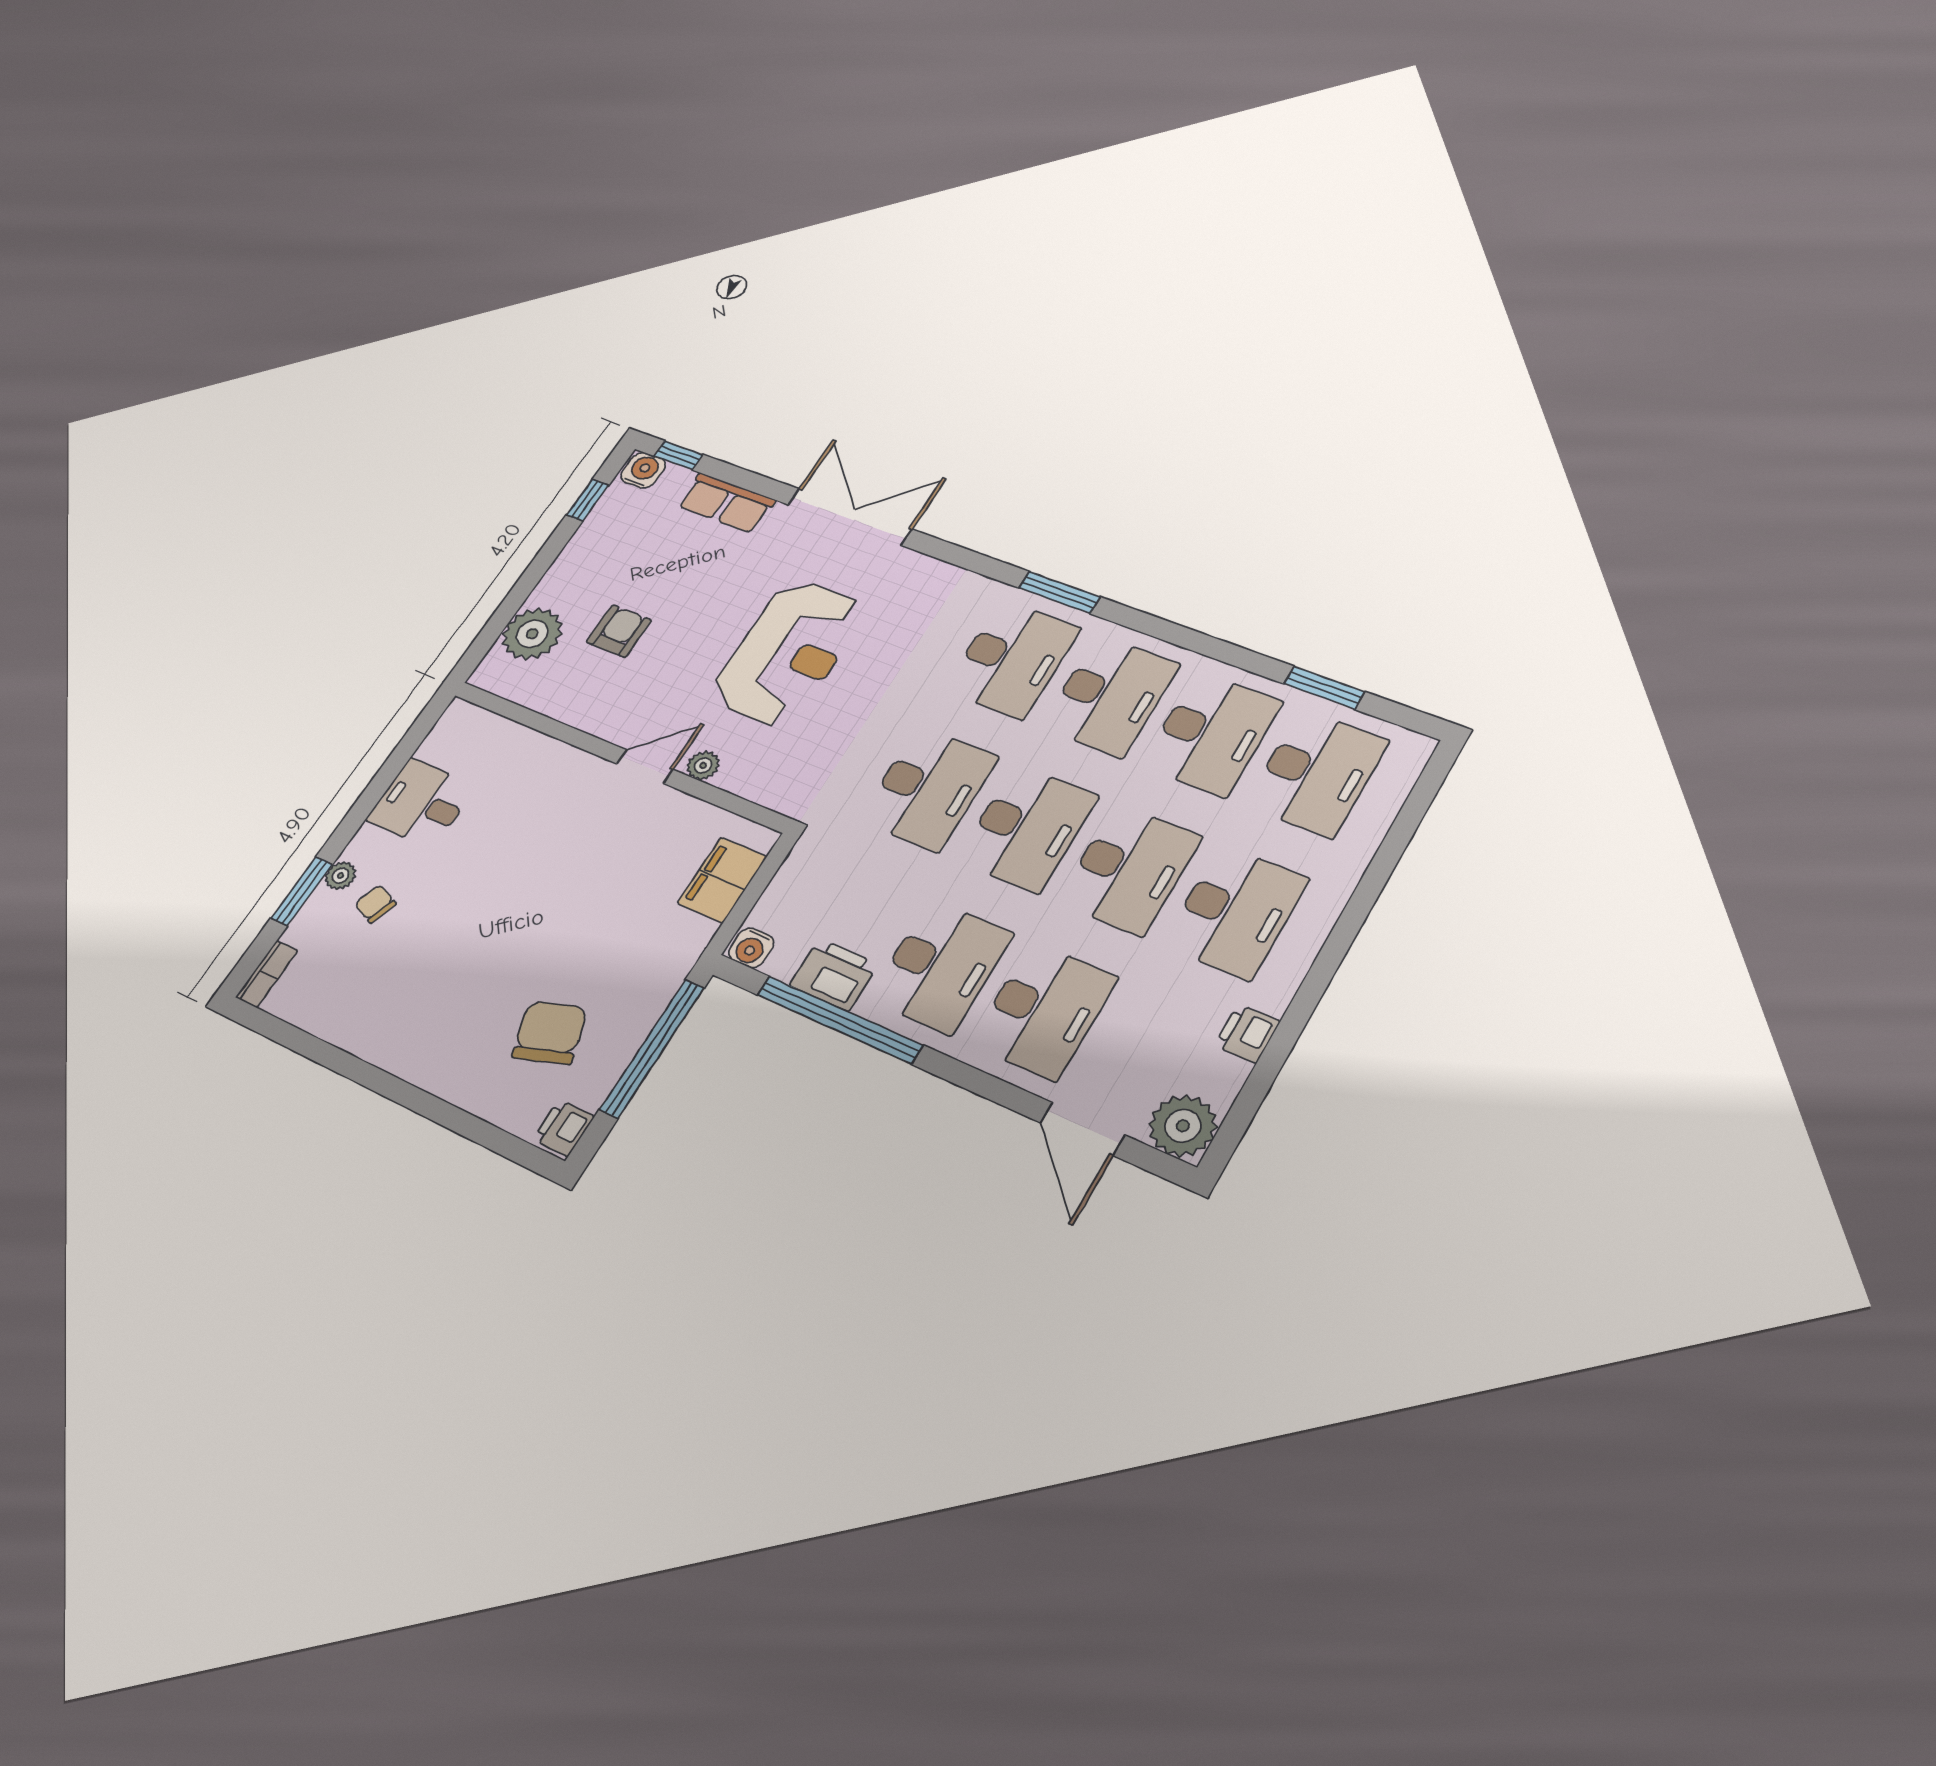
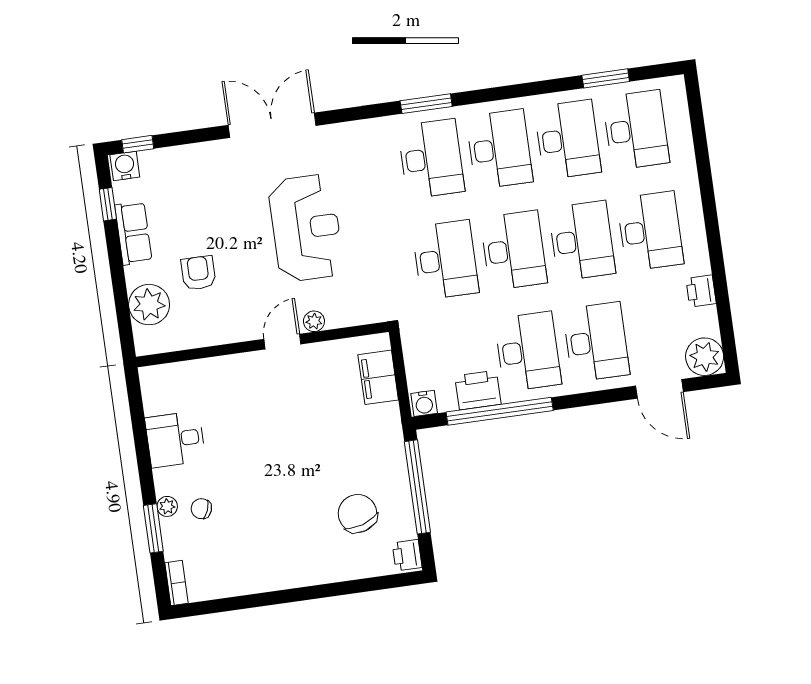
row of seats: (726, 503) -> (133, 233), moved, turned -90

